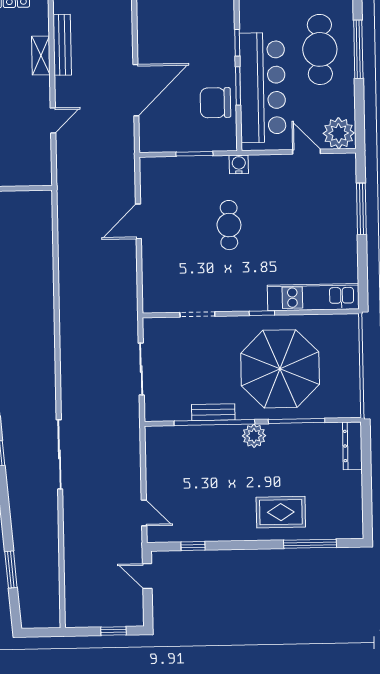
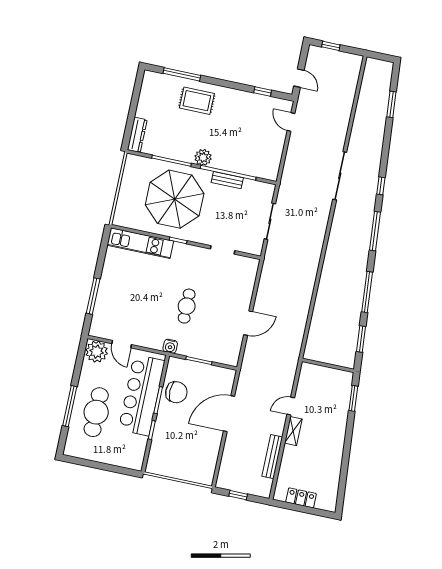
shelving: (41, 56) -> (293, 431), moved

